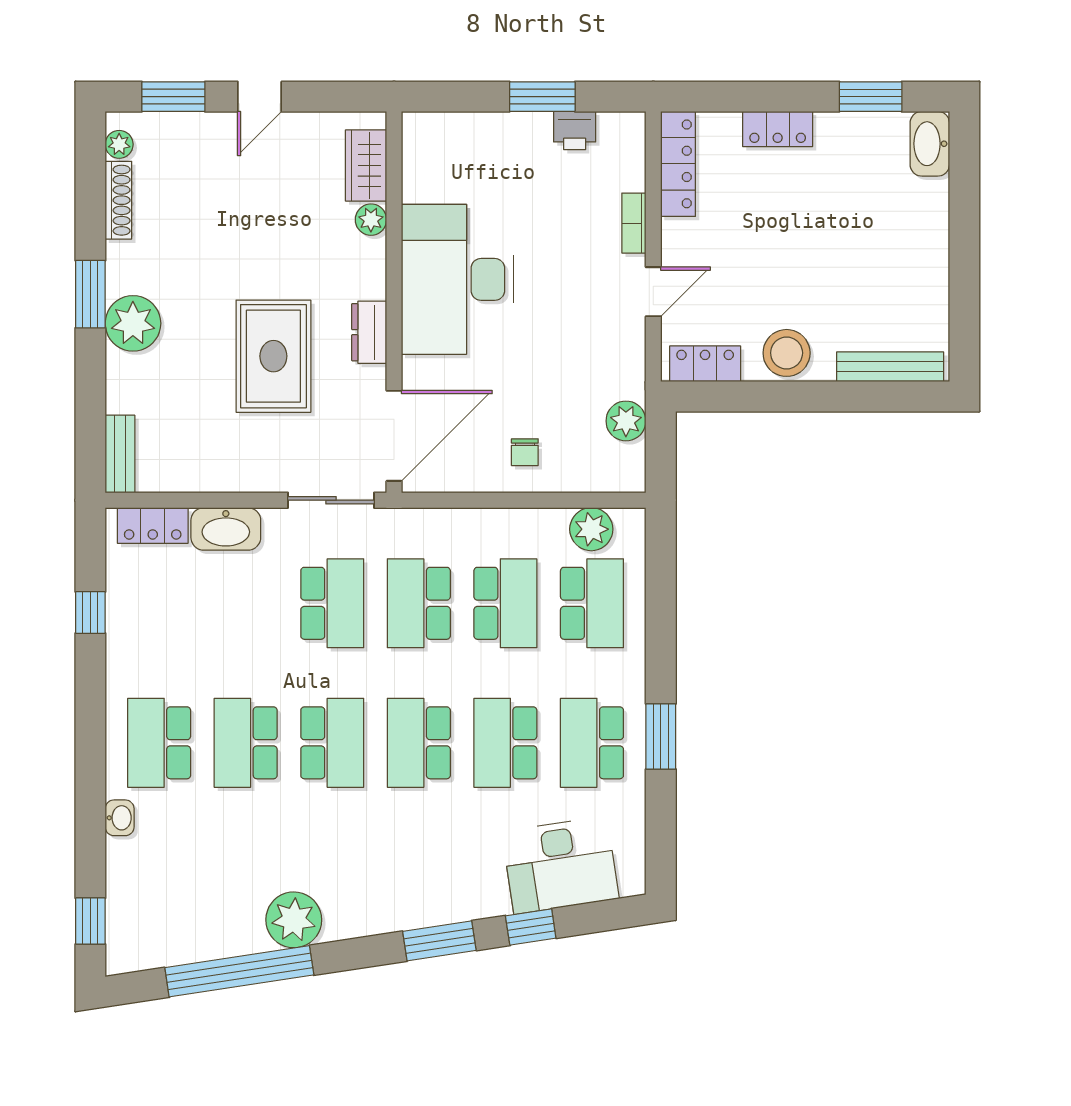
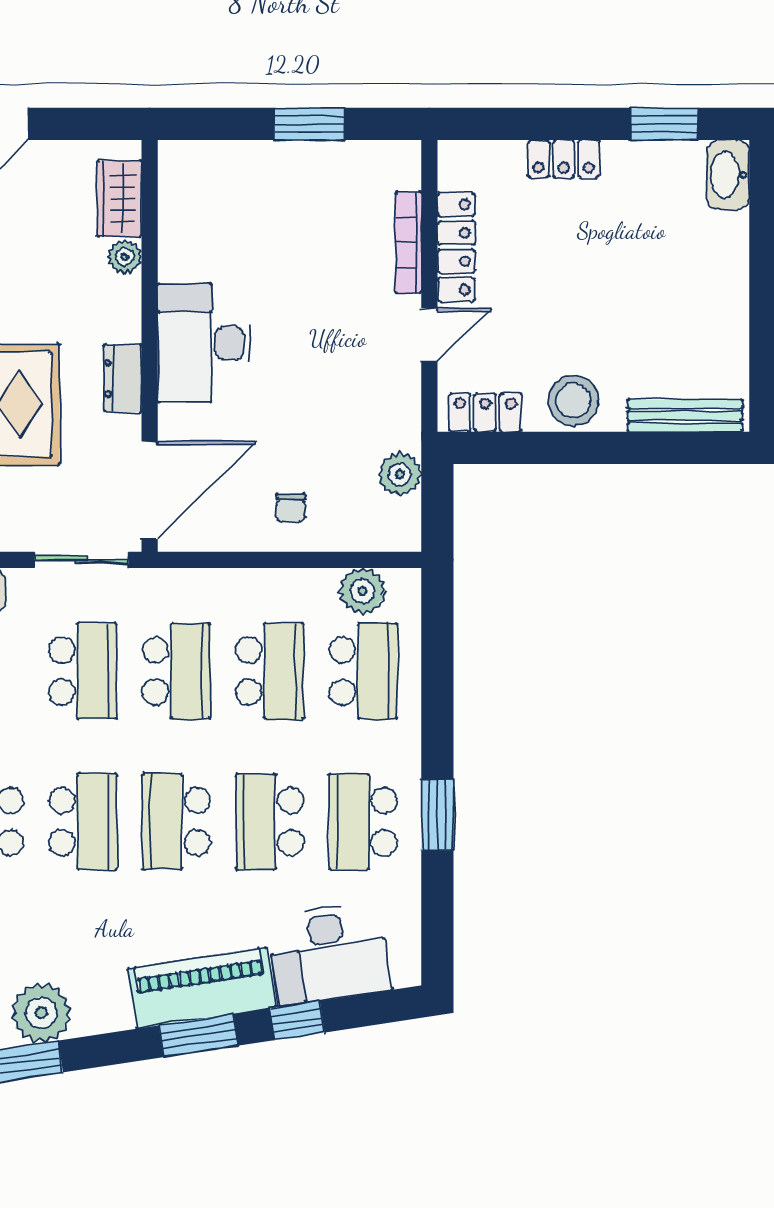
printer: (575, 131) -> (344, 161), removed
locker: (678, 164) -> (456, 247), moved
bookcase: (634, 223) -> (408, 242), width x1.56
desk: (458, 279) -> (204, 343), width x0.73, depth x0.77
school desk: (419, 603) -> (176, 671), turned 180
piano: (442, 897) -> (202, 988), added

